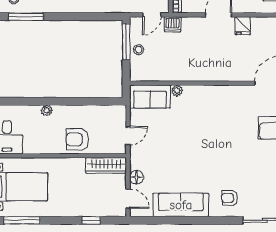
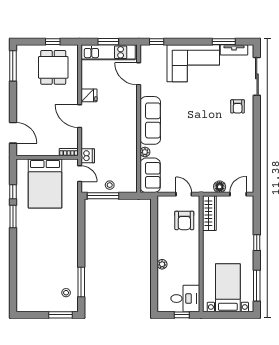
armchair: (77, 139) -> (184, 220), moved
sofa: (181, 205) -> (150, 120), moved, turned 180
window: (91, 220) -> (257, 243), moved

